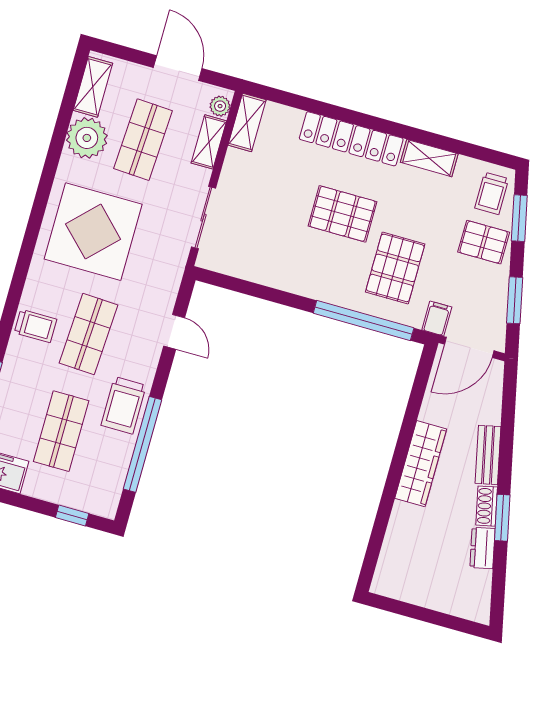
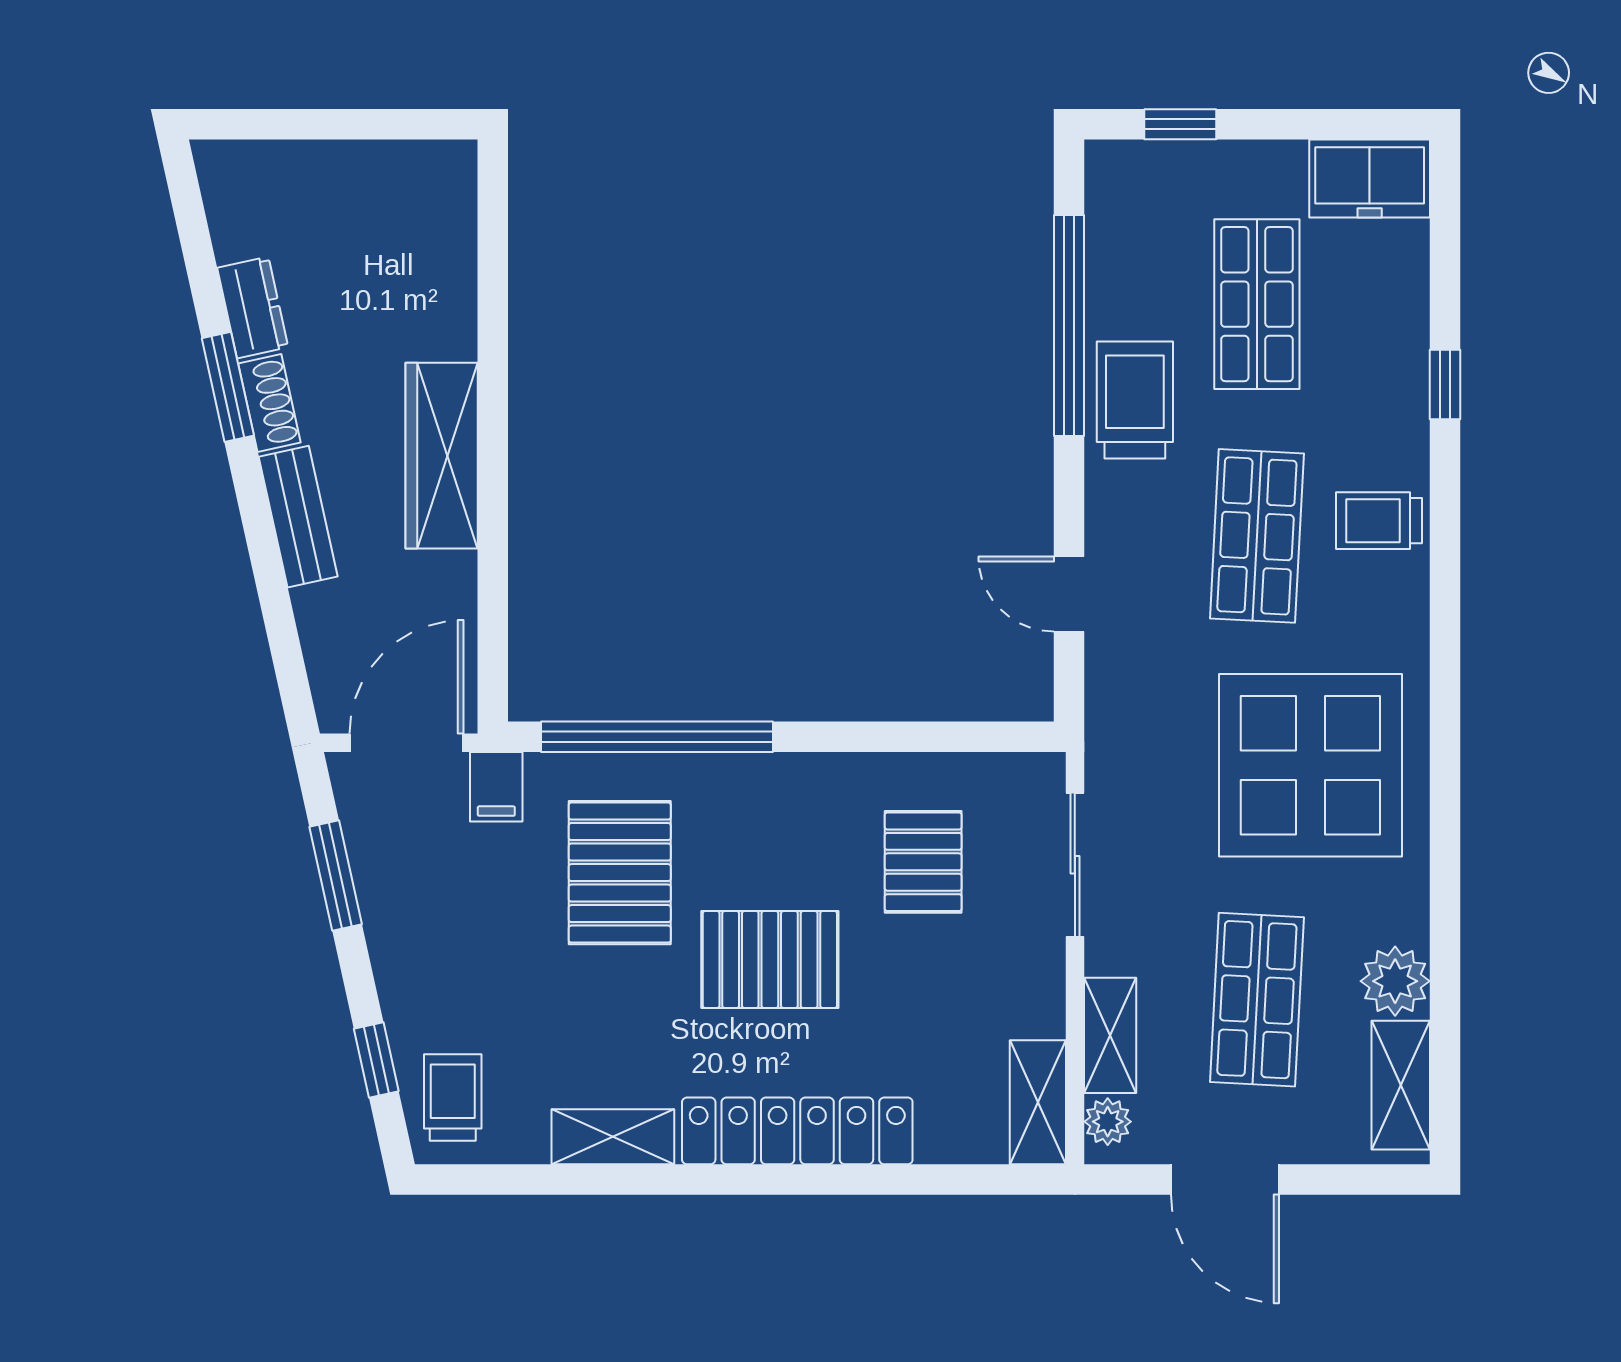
plant: (87, 138) -> (1395, 981), width x0.73, depth x0.73
window: (519, 218) -> (376, 1060), width x0.67
pallet: (484, 242) -> (923, 862), moved, turned 90

